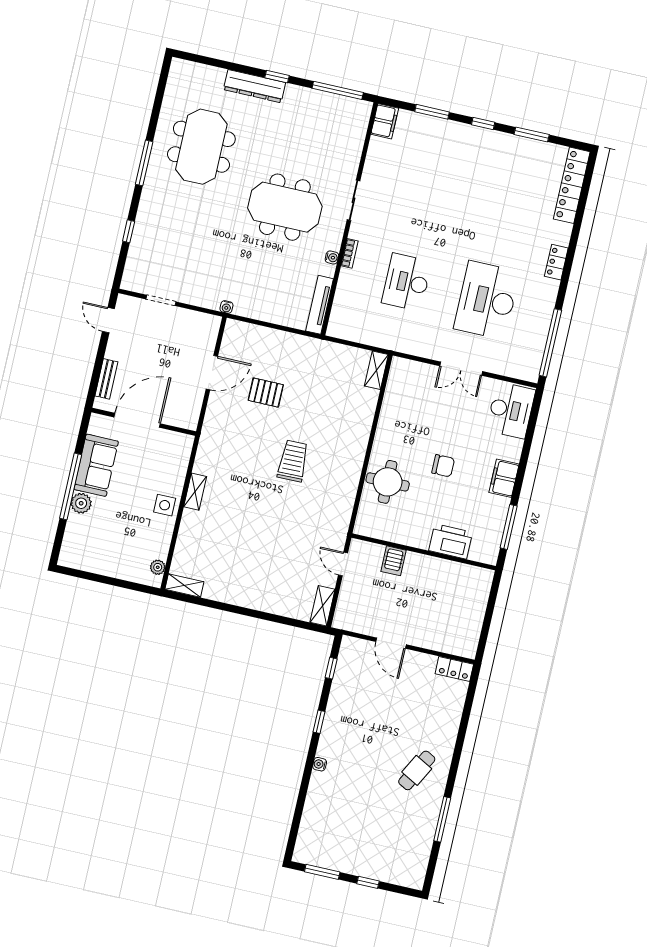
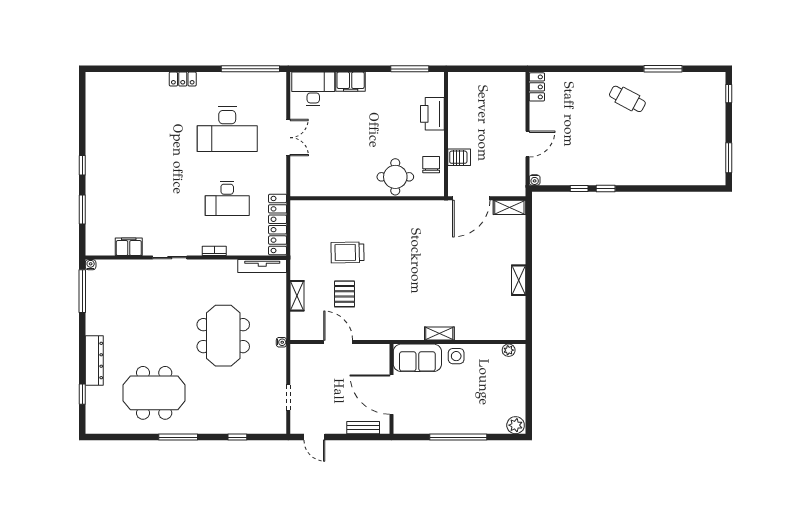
window: (277, 77) -> (82, 394), moved
filing cabinet: (385, 121) -> (129, 247), moved
window: (532, 134) -> (82, 123), removed
locker: (572, 185) -> (278, 224), moved, turned 90
meeting table: (285, 207) -> (223, 336), moved
water cooler: (332, 257) -> (91, 265), moved
door: (108, 320) -> (314, 437), hinge flipped
shelving: (376, 370) -> (297, 296), moved, turned 90
trolley: (293, 461) -> (347, 252), moved
sofa: (96, 465) -> (417, 358), moved, turned 180
chair: (443, 466) -> (431, 165), moved
filing cabinet: (504, 478) -> (351, 82), moved
plant: (81, 503) -> (516, 425), moved
door: (343, 564) -> (471, 198), width x1.88
shelving: (184, 586) -> (519, 280), moved
window: (331, 668) -> (579, 189), moved
water cooler: (320, 764) -> (535, 180), moved
window: (368, 882) -> (729, 94), moved

